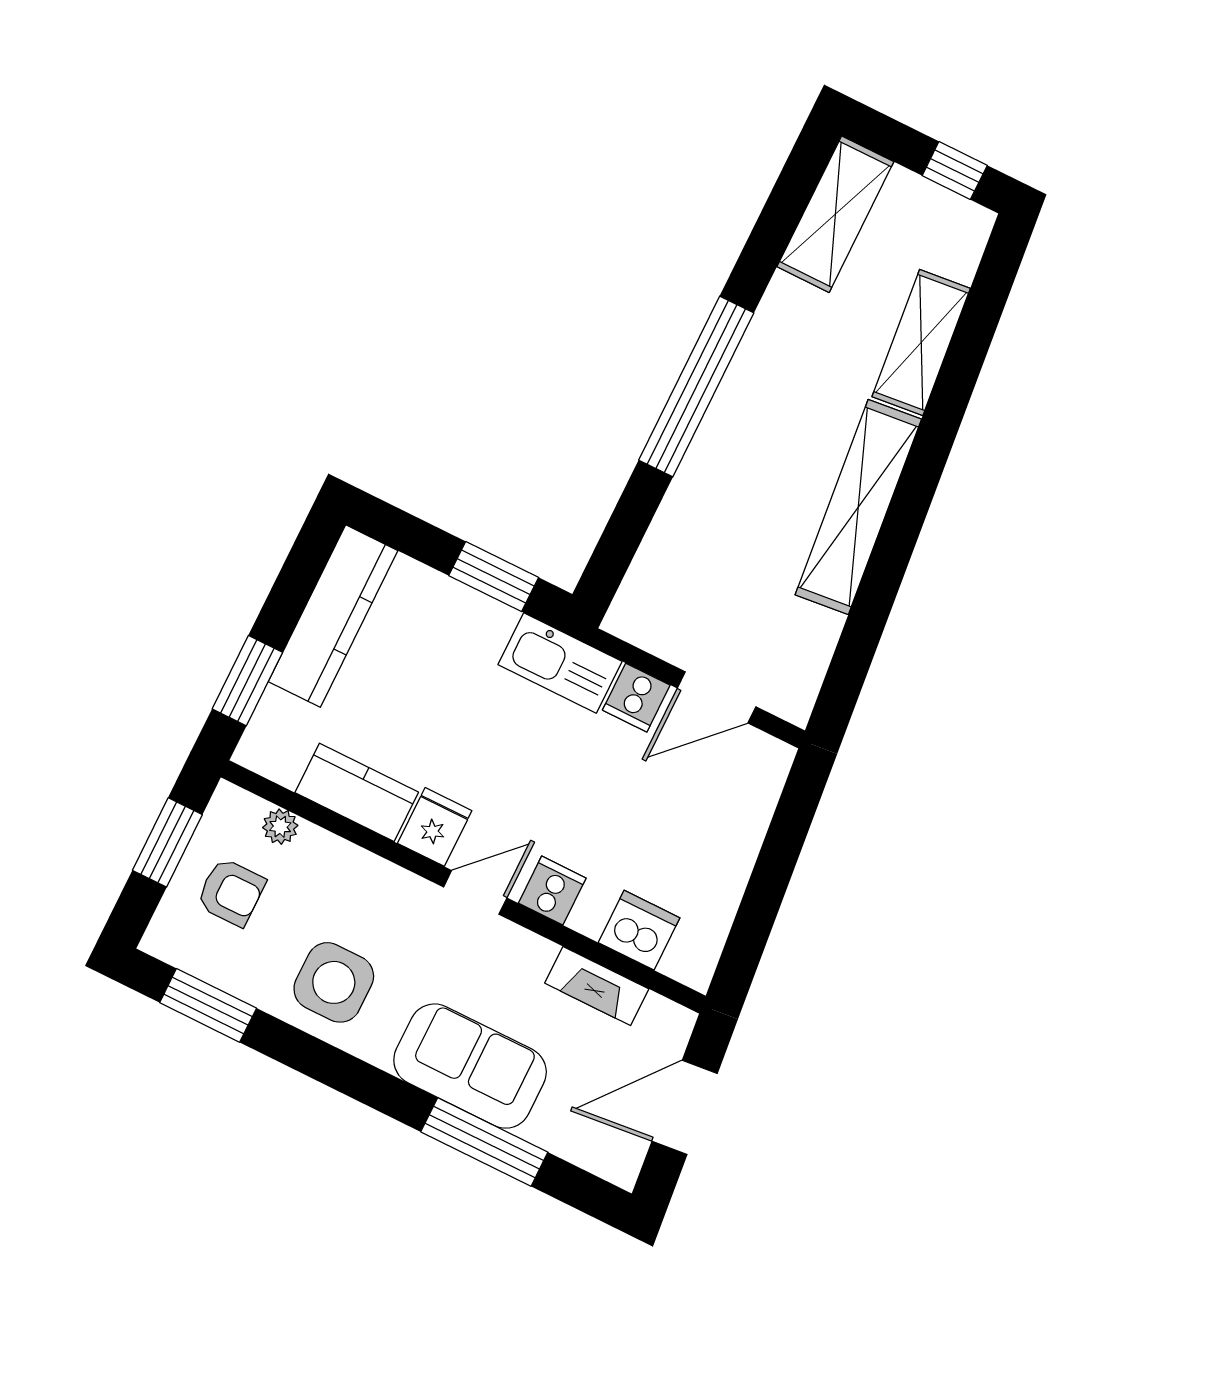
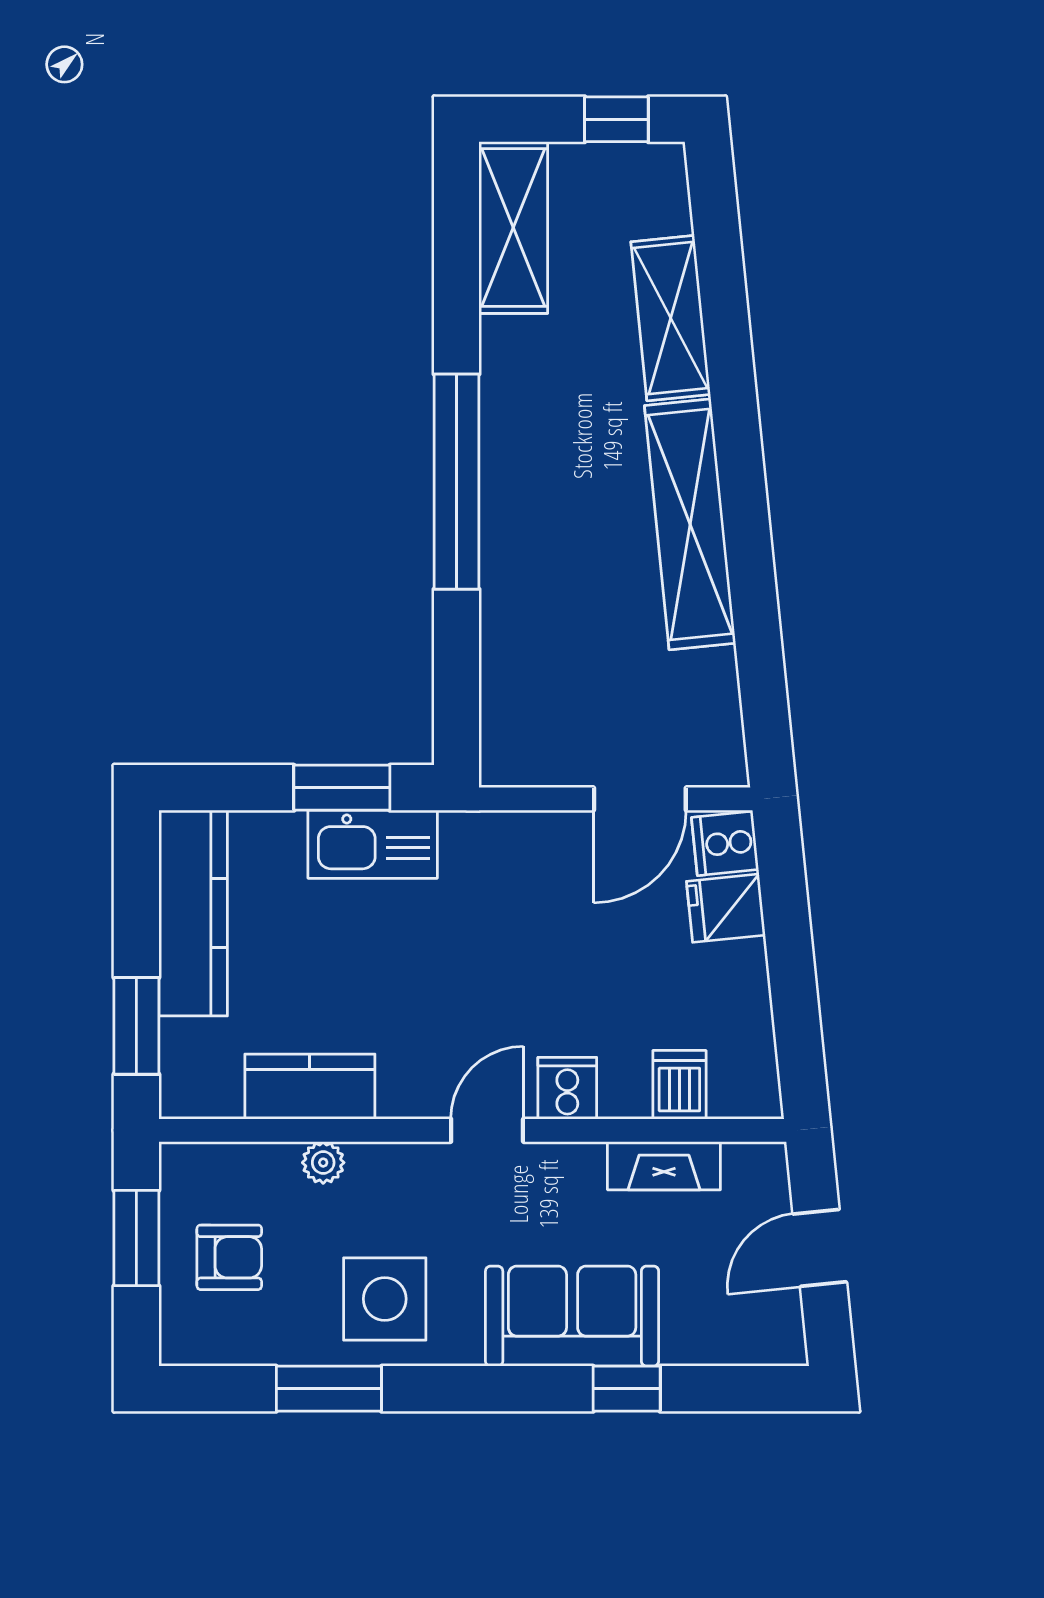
kitchen sink: (560, 663) -> (373, 844), moved
cooker: (636, 698) -> (725, 843), moved, turned 84
plant: (280, 827) -> (323, 1163), moved
fridge: (435, 827) -> (726, 908), moved, turned -96
dishwasher: (639, 930) -> (679, 1085), width x0.73
window: (208, 1005) -> (329, 1389), moved
door: (685, 1107) -> (820, 1248), width x0.73
window: (484, 1142) -> (627, 1389), width x0.46

